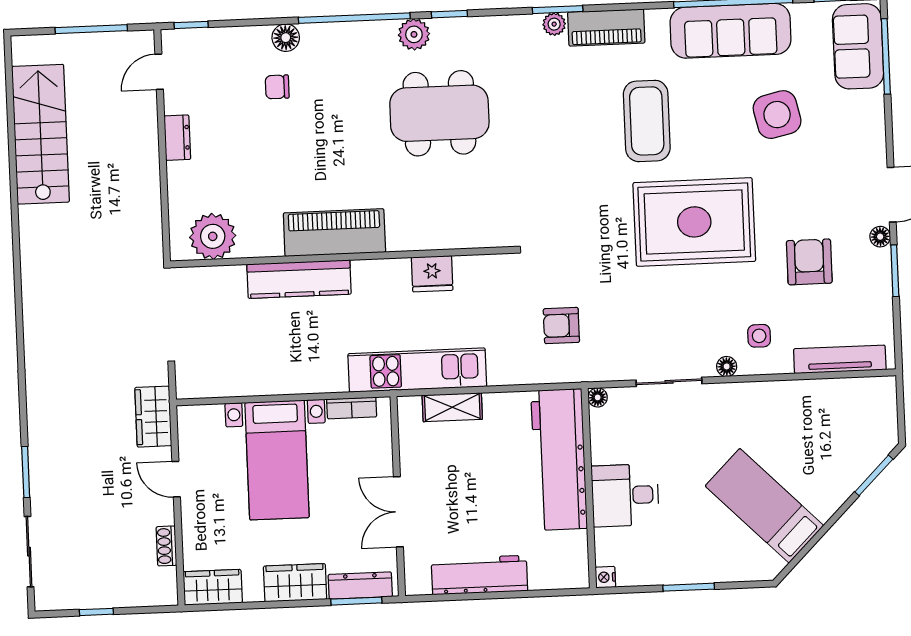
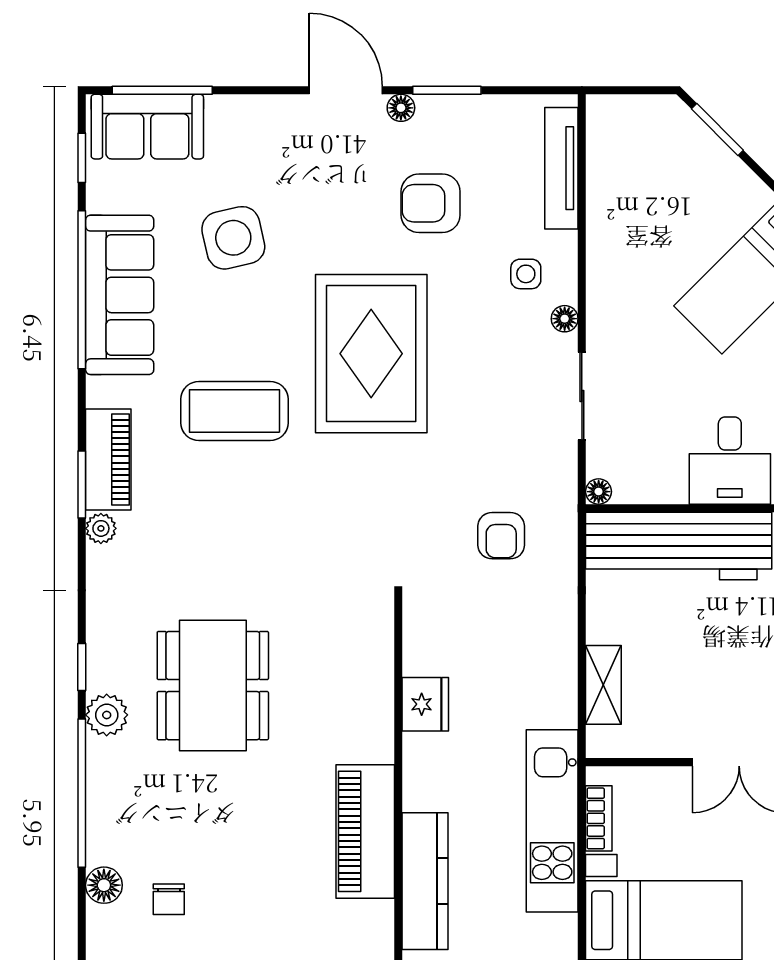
window: (558, 10) -> (82, 485), moved
kitchen unit: (417, 370) -> (552, 821), moved

